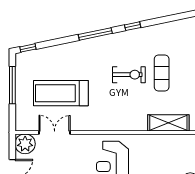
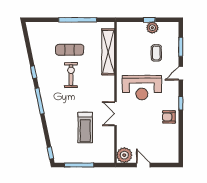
treadmill: (61, 93) -> (85, 128), width x0.73, depth x0.73
shelving: (168, 123) -> (108, 52), width x1.47
double door: (55, 132) -> (115, 114), moved

